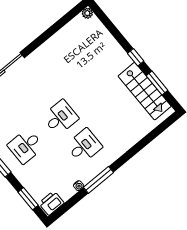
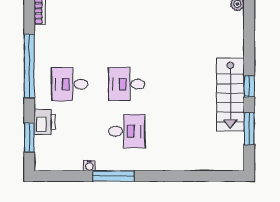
stairs: (145, 91) -> (230, 95), moved
desk: (60, 117) -> (127, 84), turned 180
printer: (51, 203) -> (45, 122), moved, turned 90

